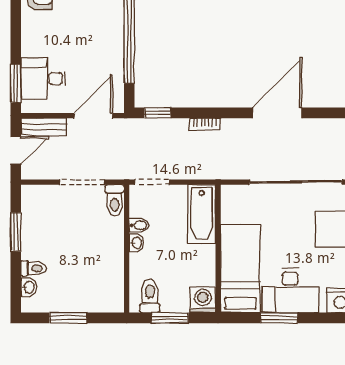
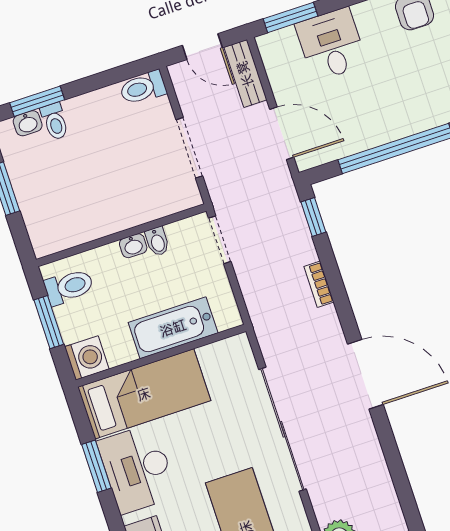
desk: (43, 79) -> (331, 44), moved
toilet: (115, 200) -> (143, 88), moved
bathtub: (202, 214) -> (173, 328), moved
window: (16, 232) -> (37, 101), moved

